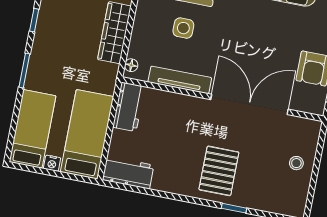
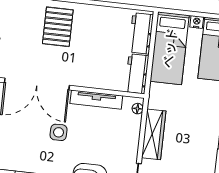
side table: (183, 28) -> (59, 132), moved
workbench: (128, 173) -> (141, 33), moved, turned 90

